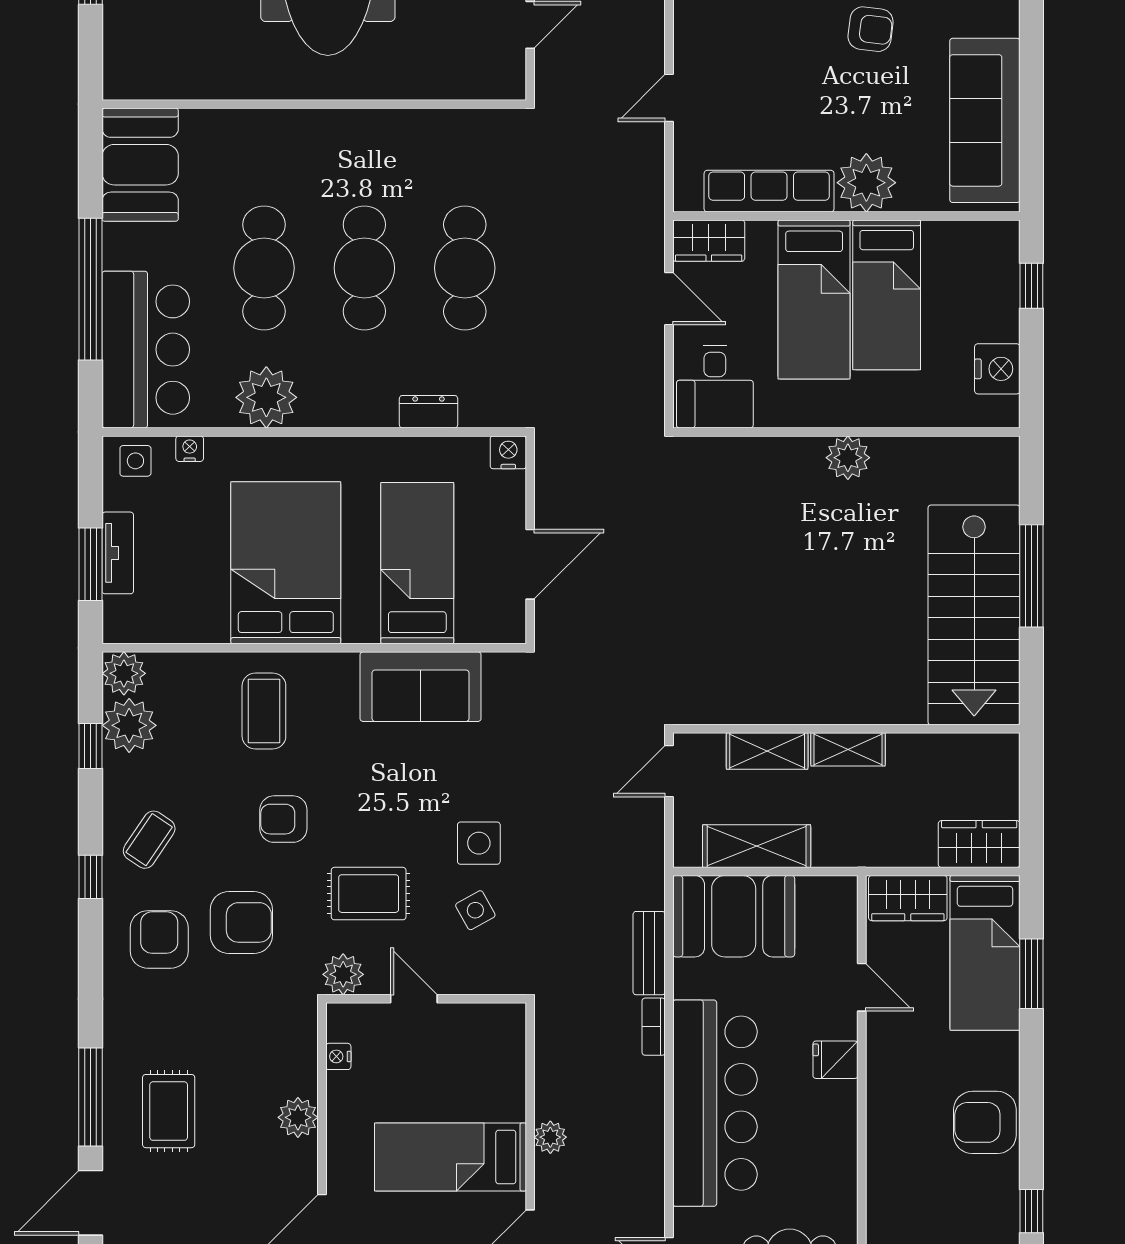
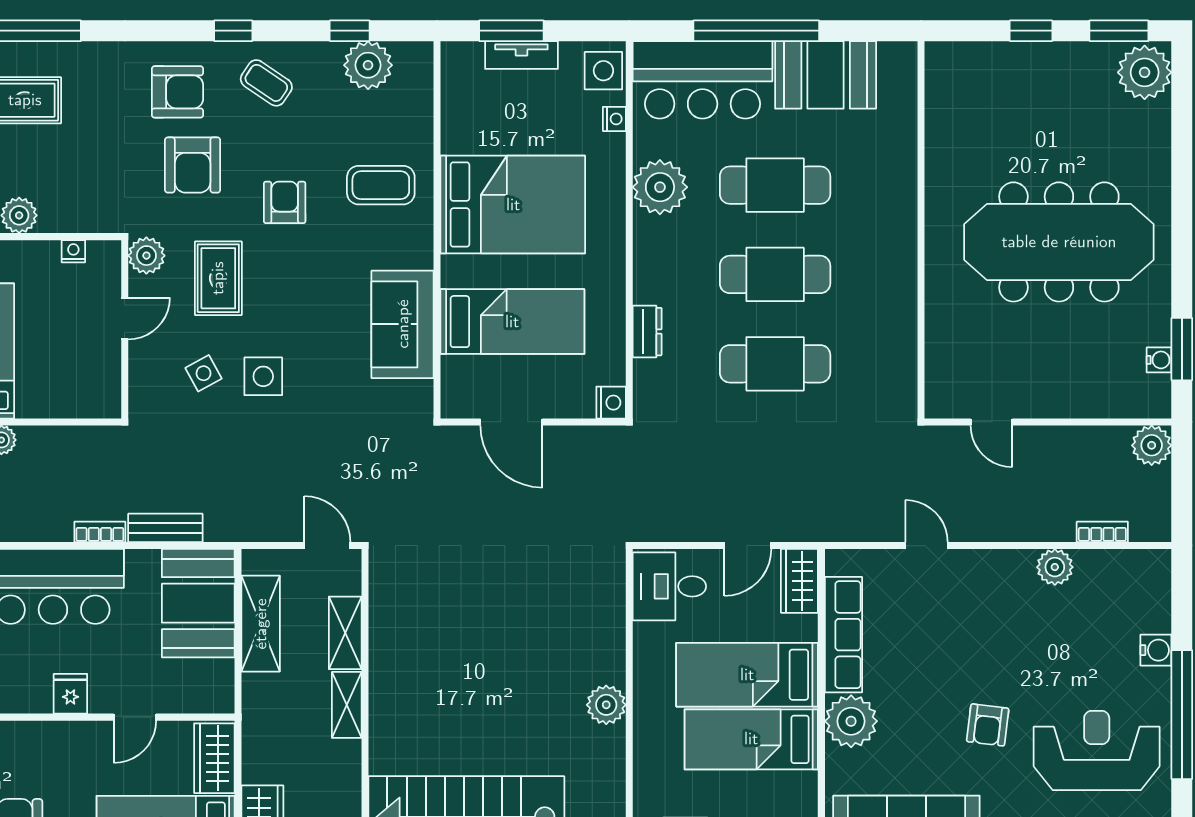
booth: (140, 165) -> (826, 75), moved
side table: (135, 461) -> (603, 71), width x1.37, depth x1.37
plant: (124, 673) -> (414, 60), removed

